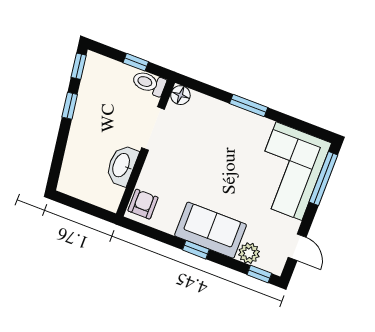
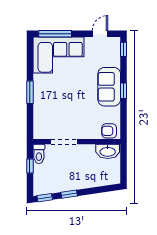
floor lamp: (180, 95) -> (39, 133), removed
washbasin: (122, 165) -> (108, 151), moved
plant: (249, 253) -> (114, 60), removed

